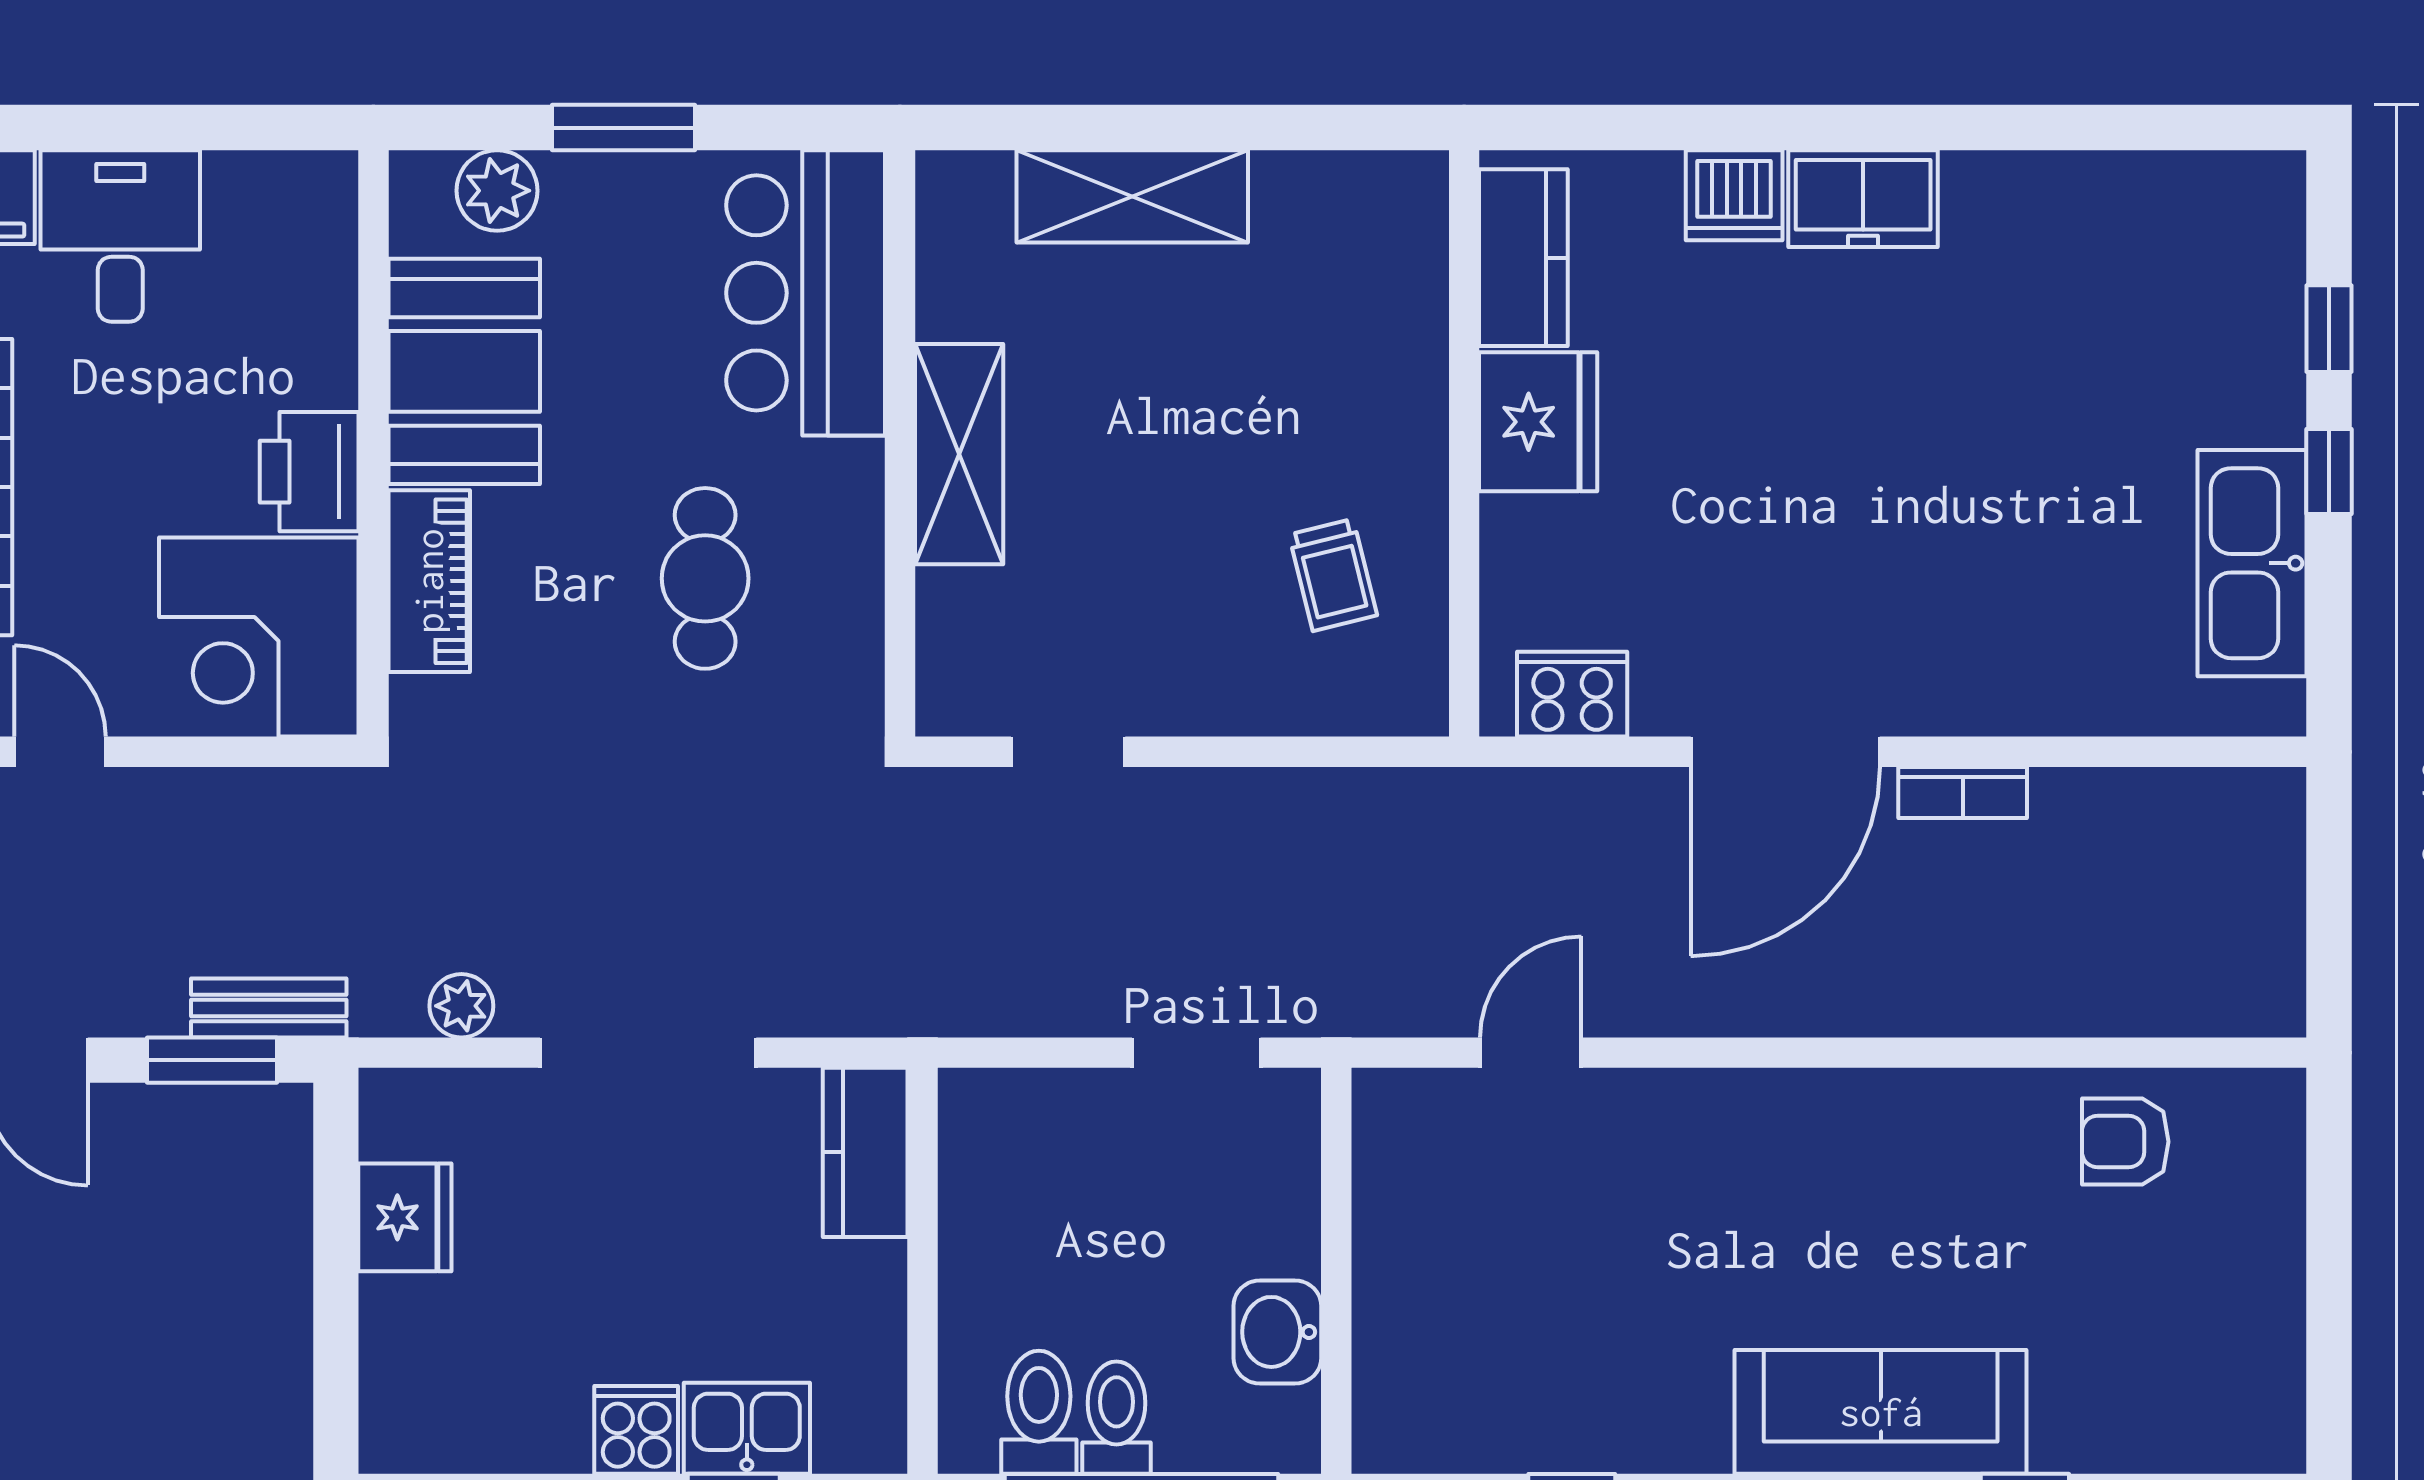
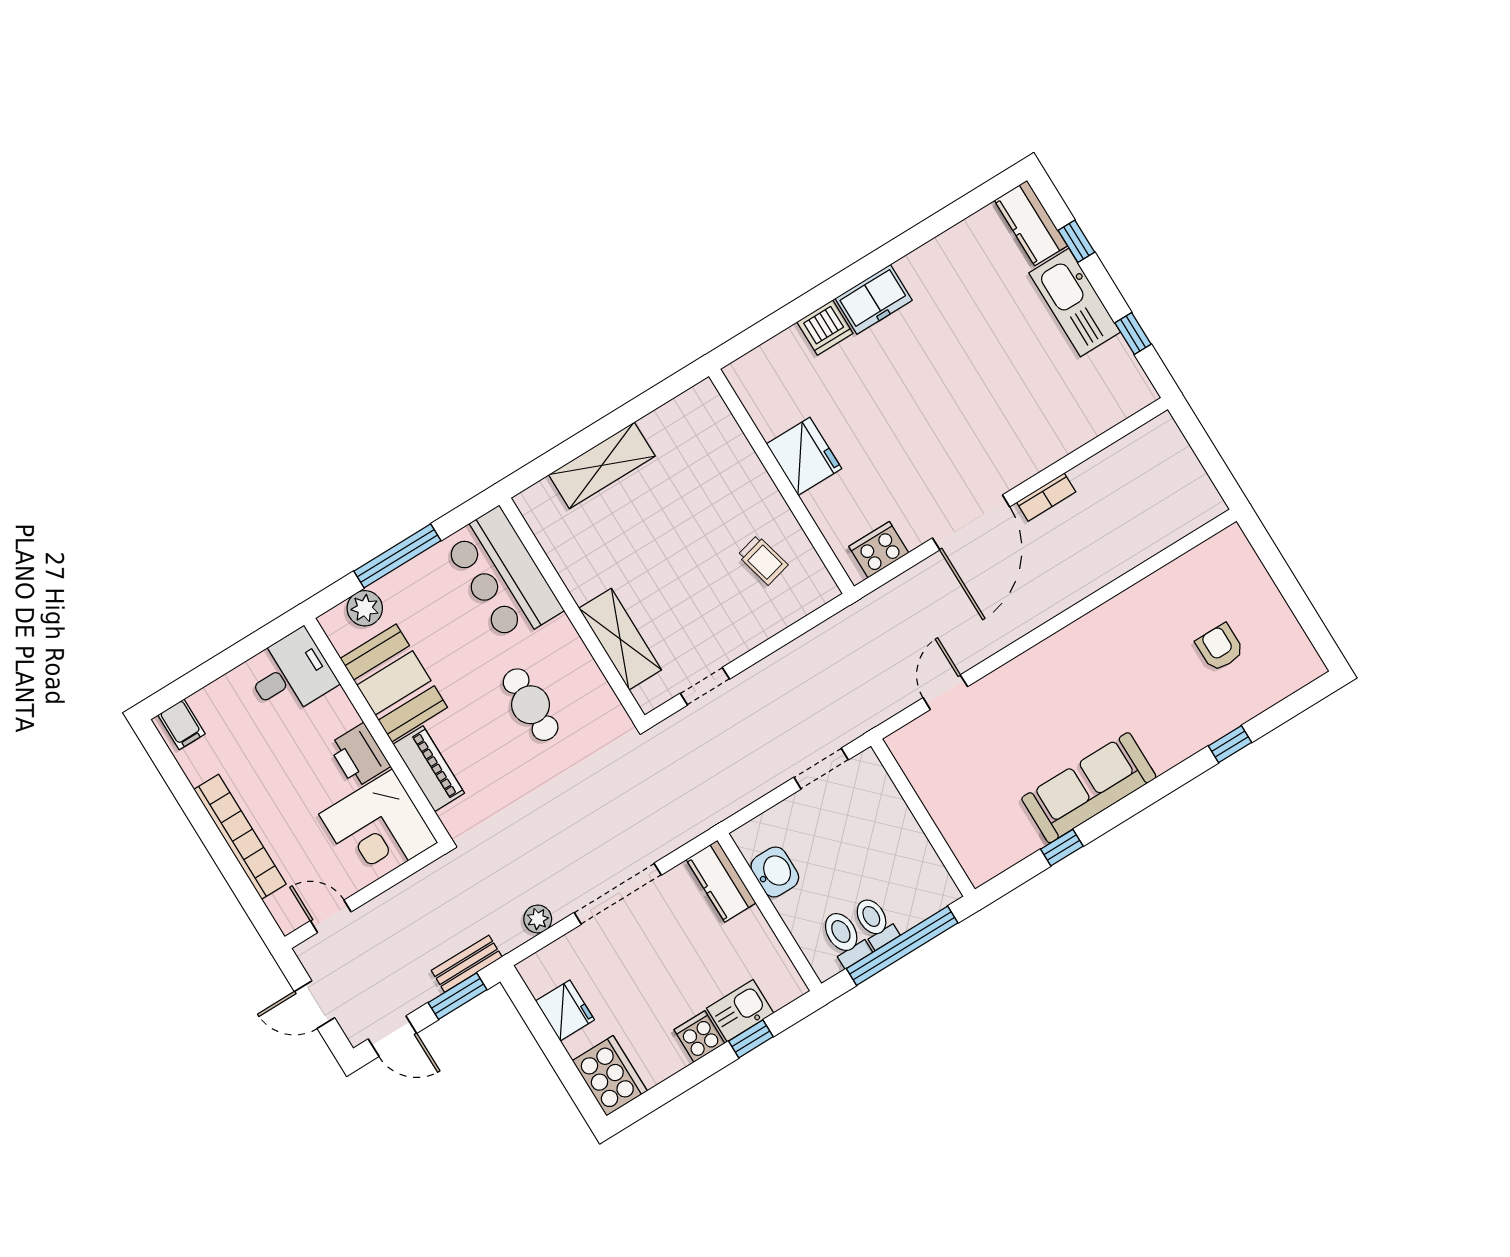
window: (624, 128) -> (397, 556), width x1.44
desk: (120, 236) -> (290, 674), moved, turned 90
kitchen counter: (1523, 258) -> (1031, 223), moved, turned 180
shelving: (959, 454) -> (620, 639), moved
window: (2329, 472) -> (1133, 333), moved
kitchen sink: (2252, 563) -> (1075, 302), moved
armchair: (2125, 1142) -> (1220, 647), moved, turned 90
washbasin: (1277, 1332) -> (775, 872), moved, turned 180
cooker: (414, 1399) -> (610, 1076), added
sofa: (1881, 1412) -> (1089, 788), moved

